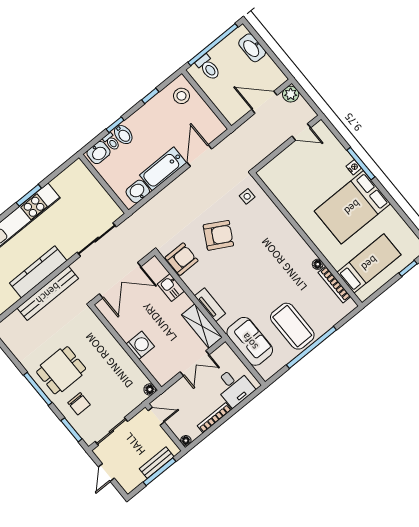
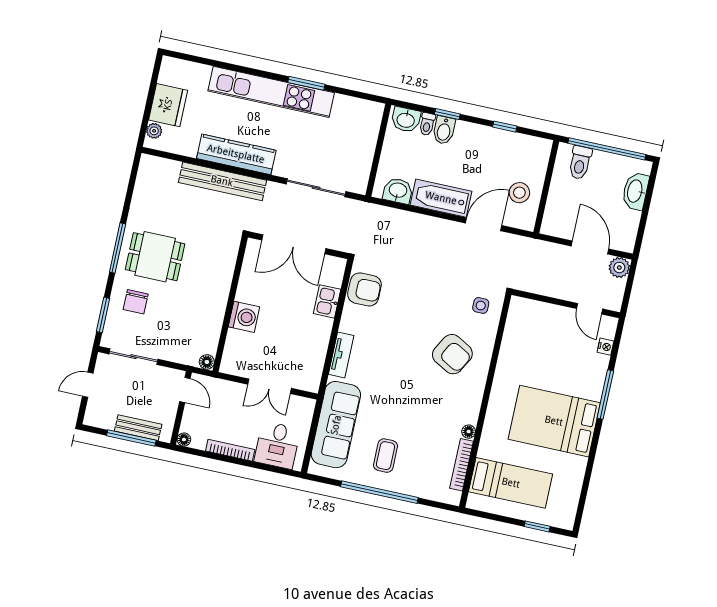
stool: (181, 96) -> (519, 193), moved
nightstand: (354, 167) -> (605, 347), moved
armchair: (218, 235) -> (452, 354), moved
shelving: (202, 326) -> (313, 364), removed
coffee table: (292, 326) -> (386, 456), width x0.54, depth x0.58
sofa: (250, 341) -> (336, 425), width x1.36

